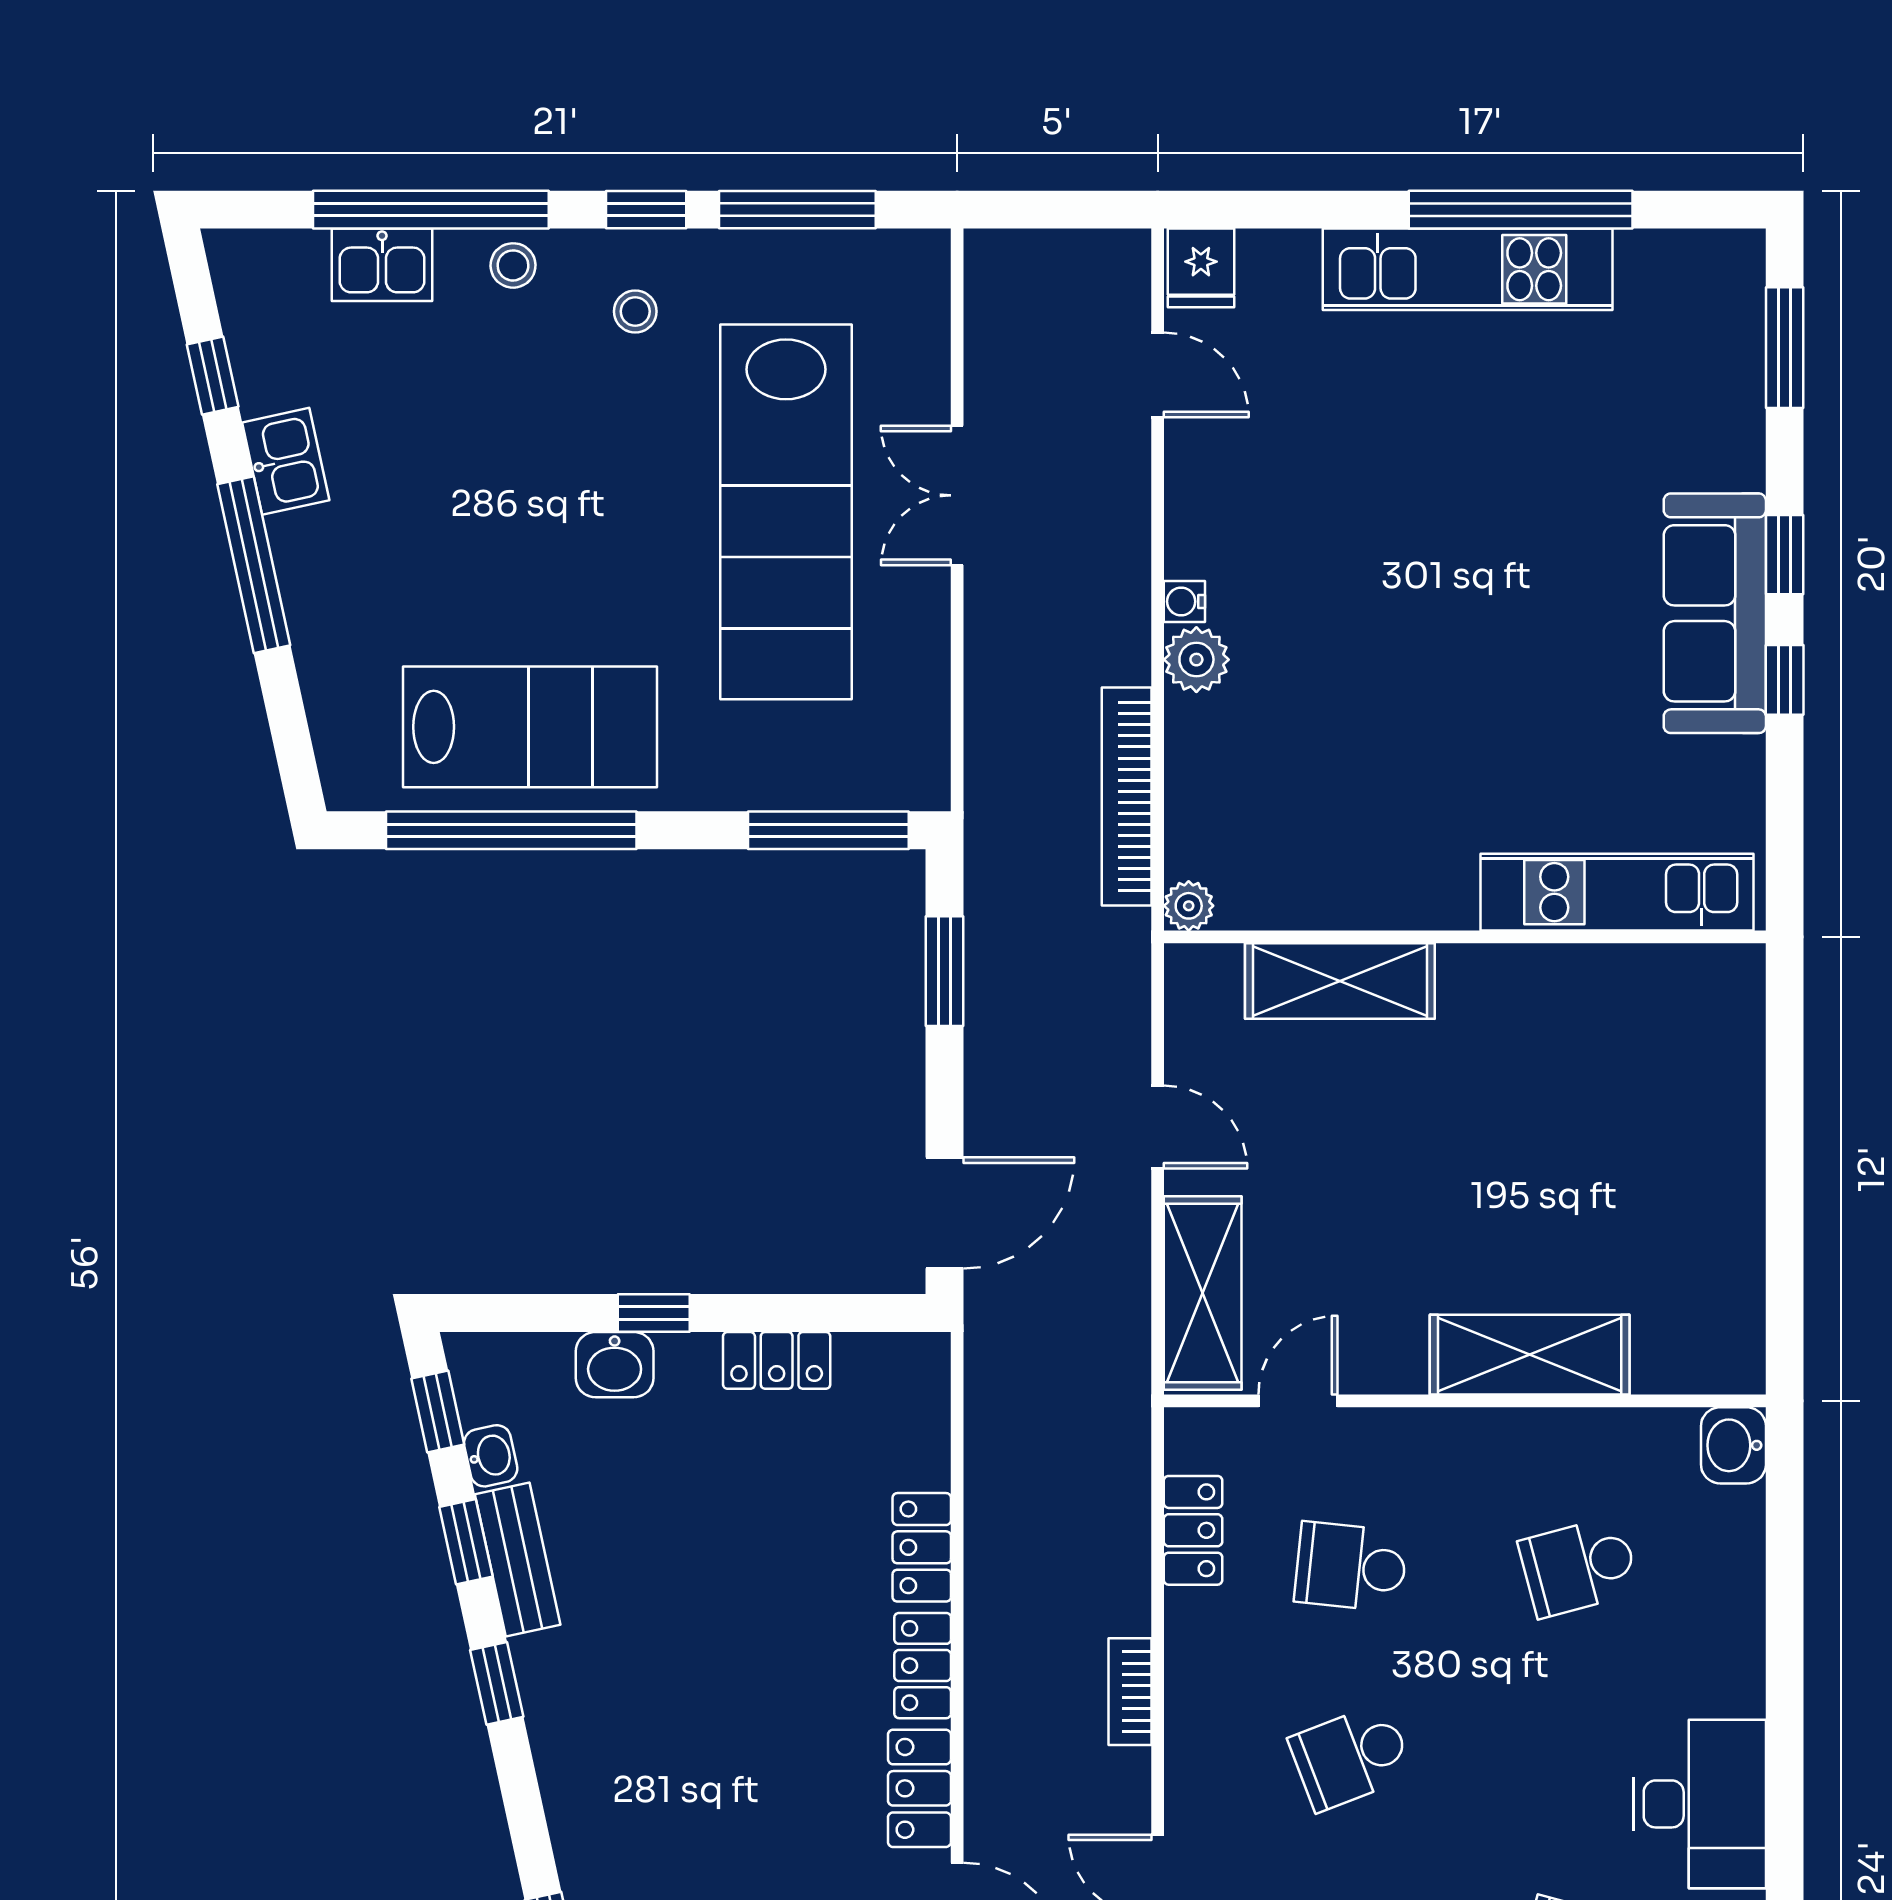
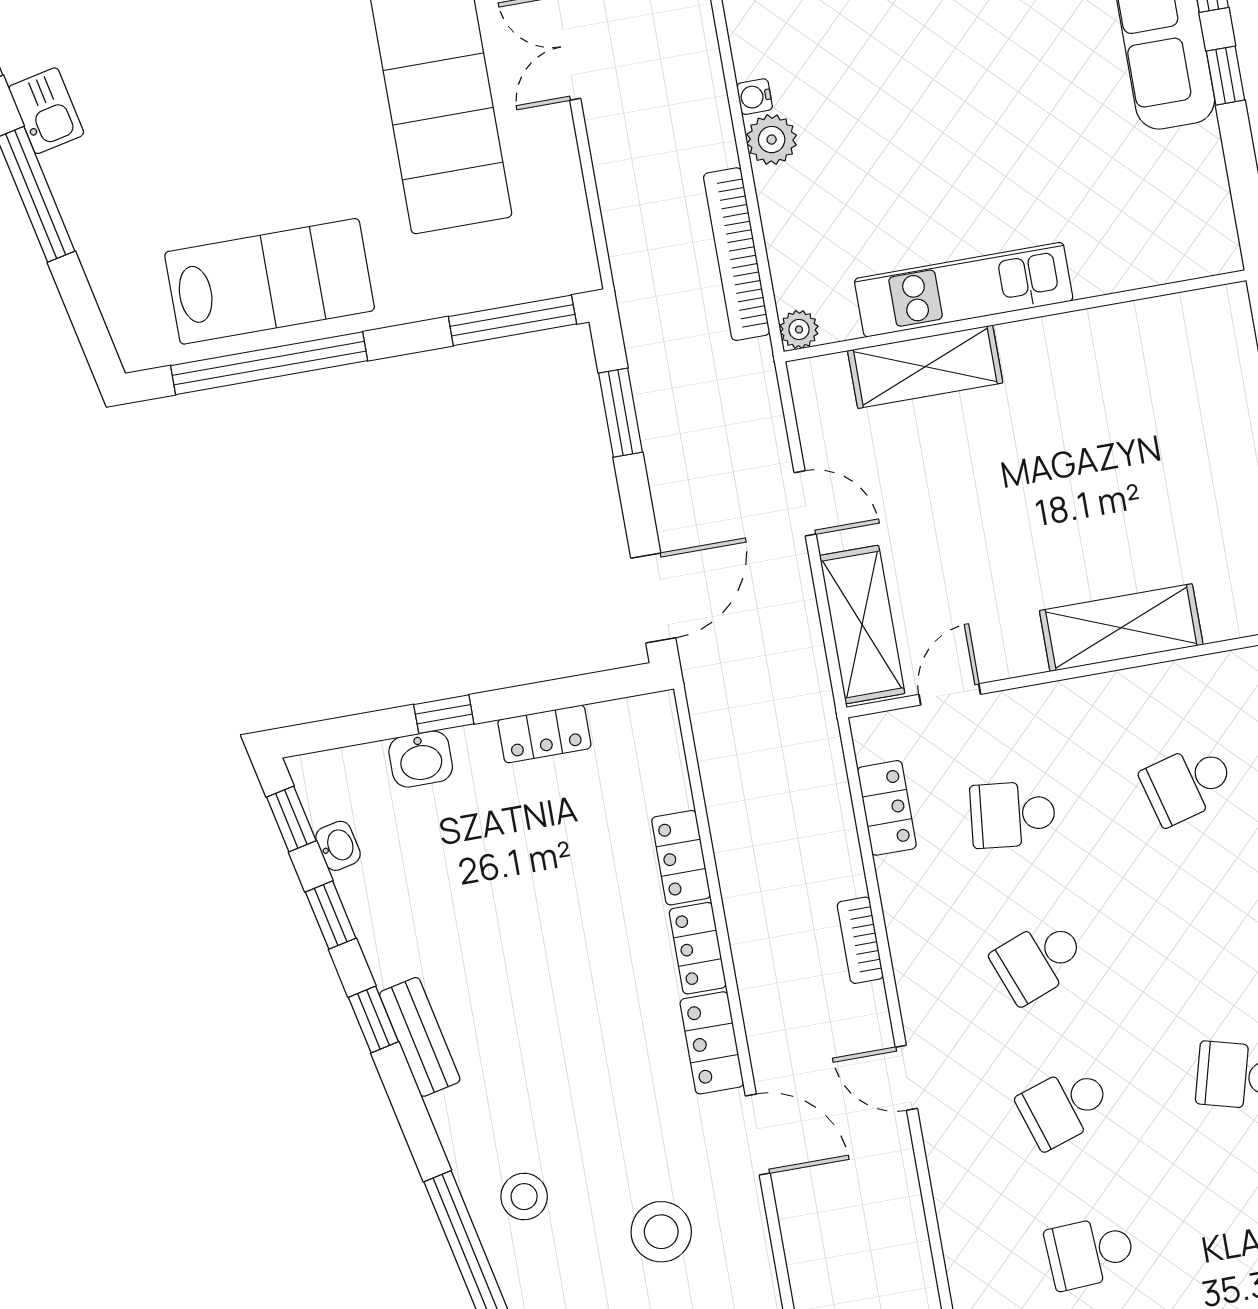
kitchen unit: (1617, 892) -> (964, 290), moved
bench: (518, 1559) -> (420, 1037), moved

